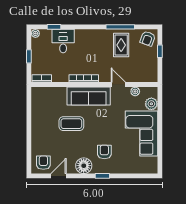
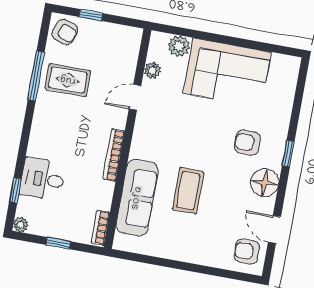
sofa: (89, 96) -> (137, 198), moved

